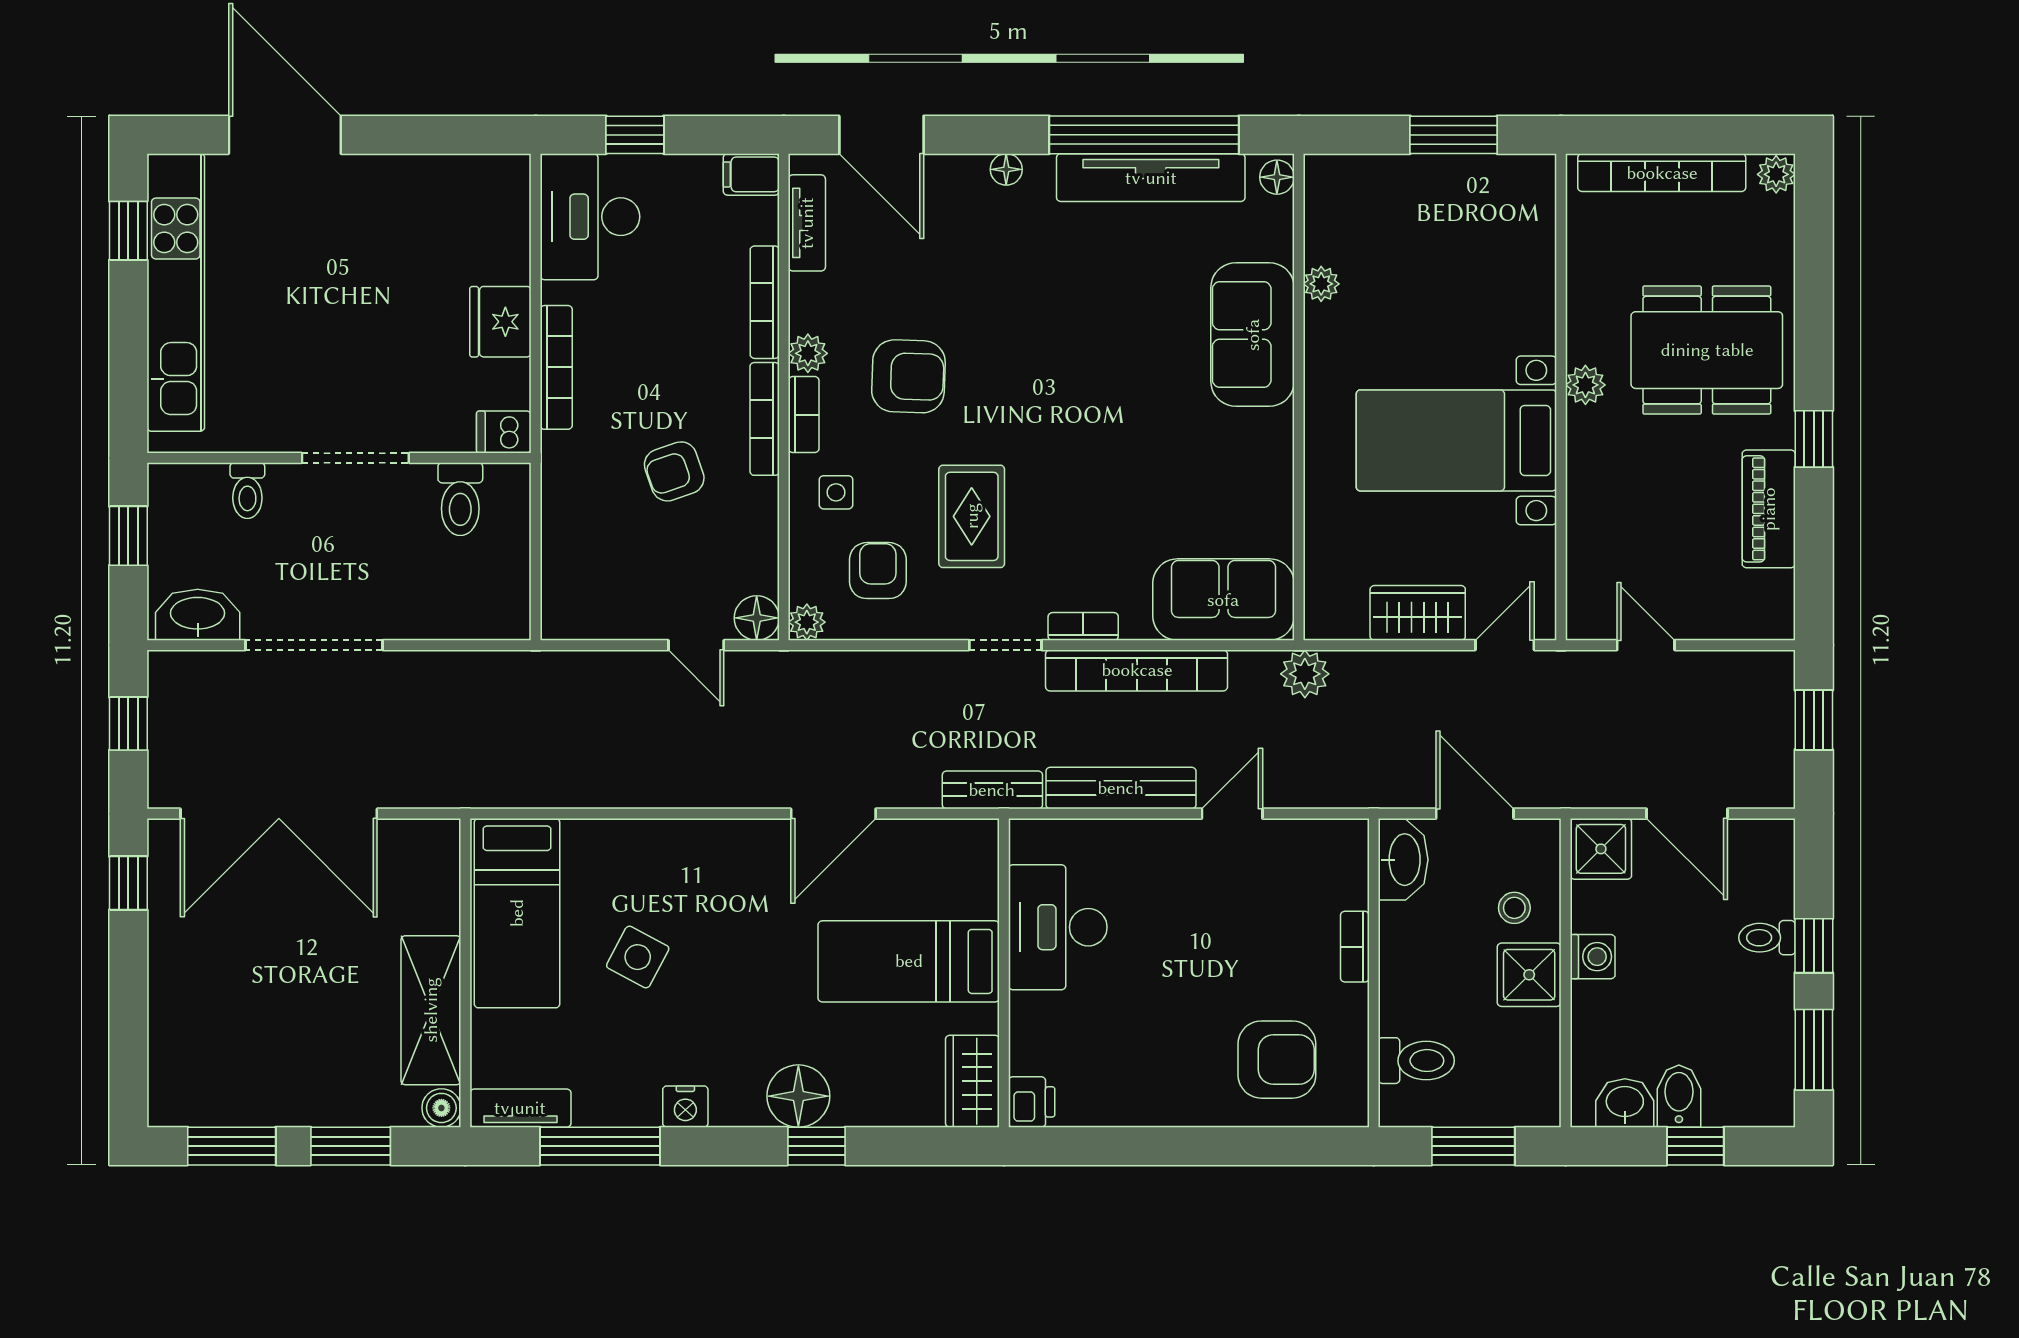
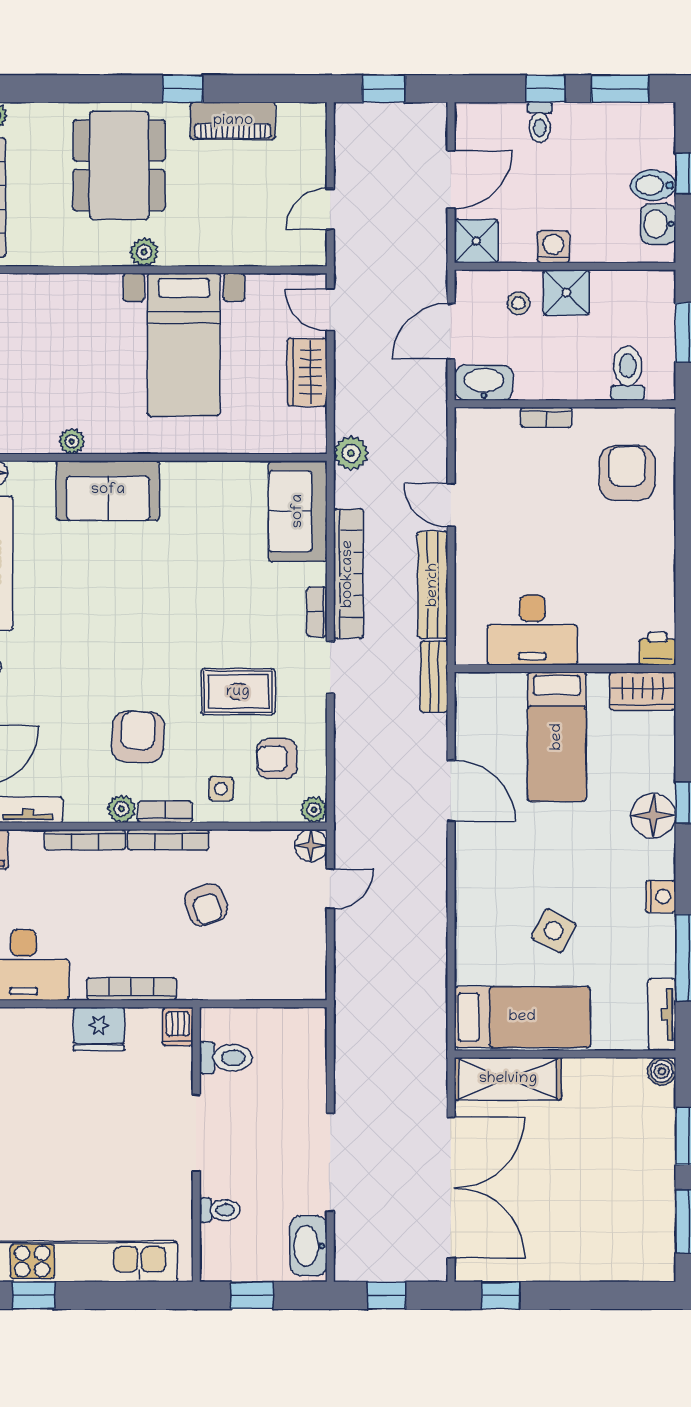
shelving: (431, 1010) -> (508, 1079), moved

